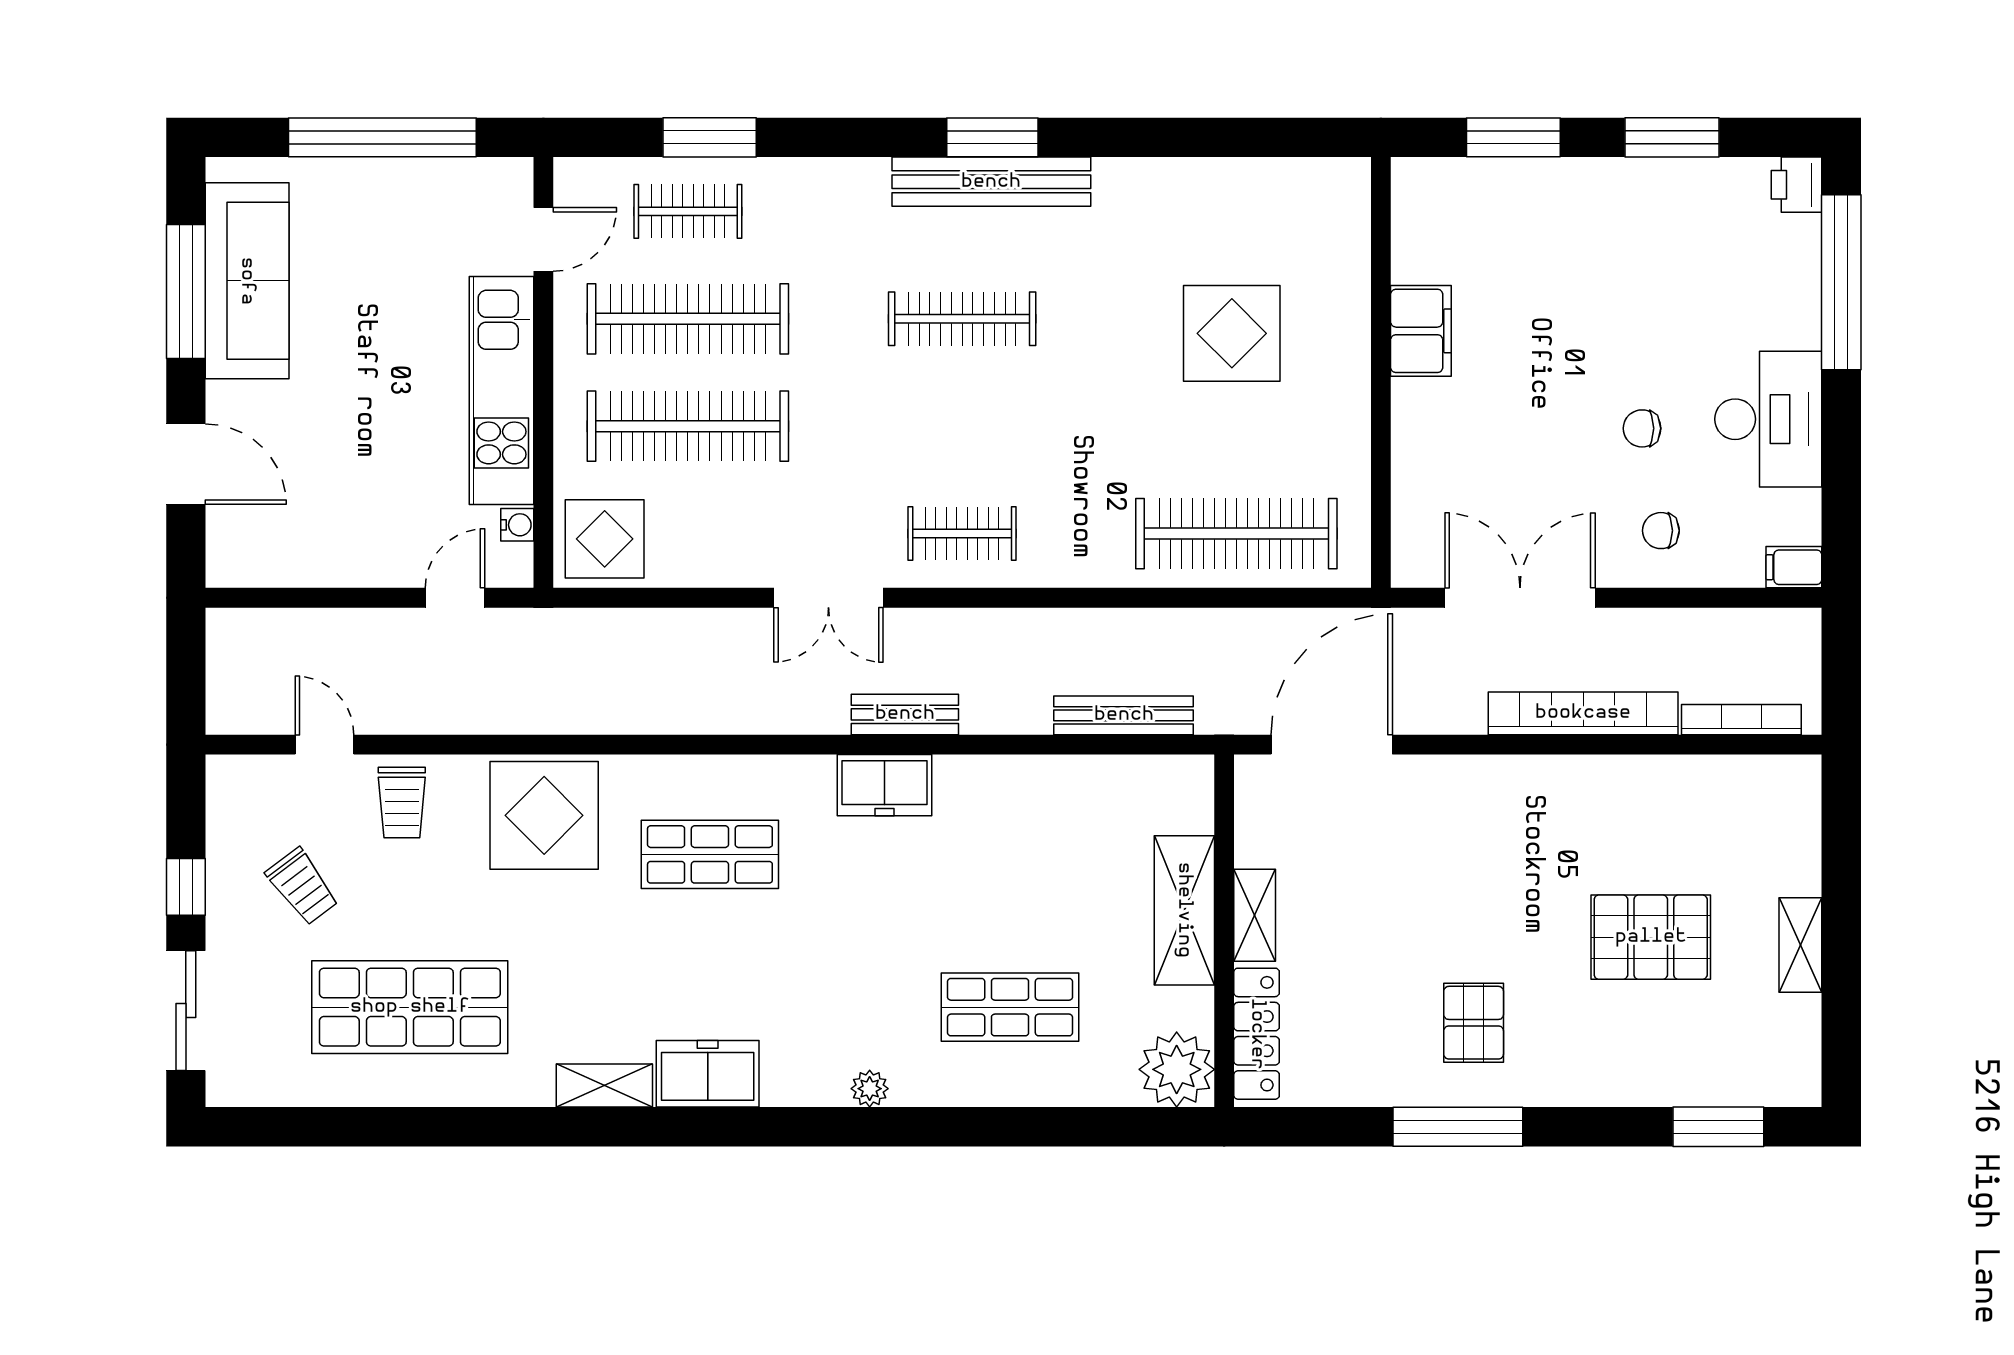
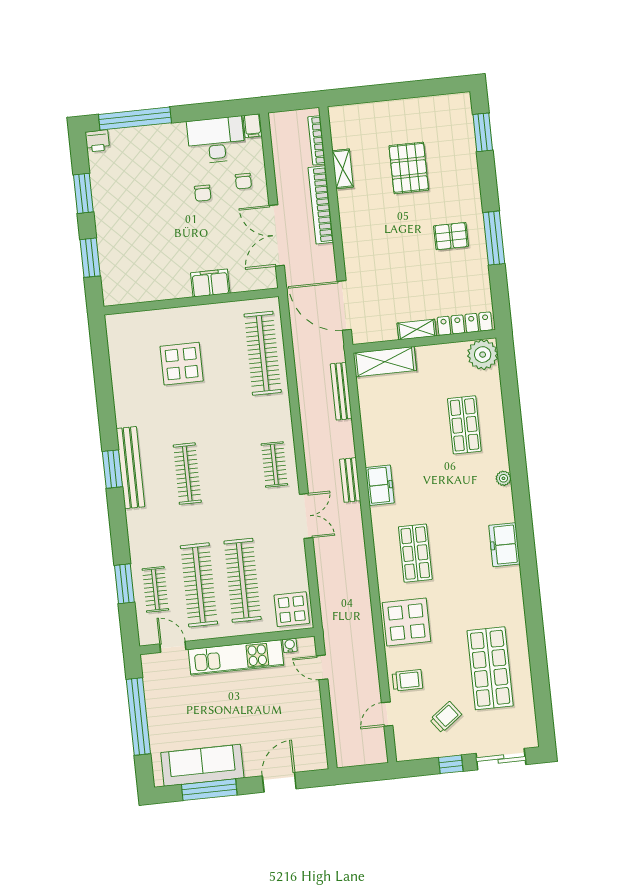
filing cabinet: (1421, 331) -> (210, 283), moved
desk: (1768, 419) -> (216, 140), moved
shelving: (1184, 910) -> (385, 362), moved
shelving: (1800, 945) -> (343, 169), moved, turned 90
shelving: (604, 1085) -> (514, 586), removed

